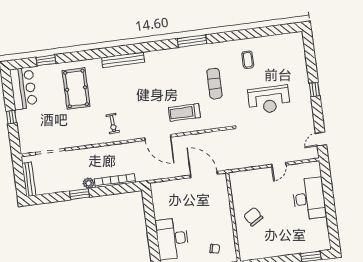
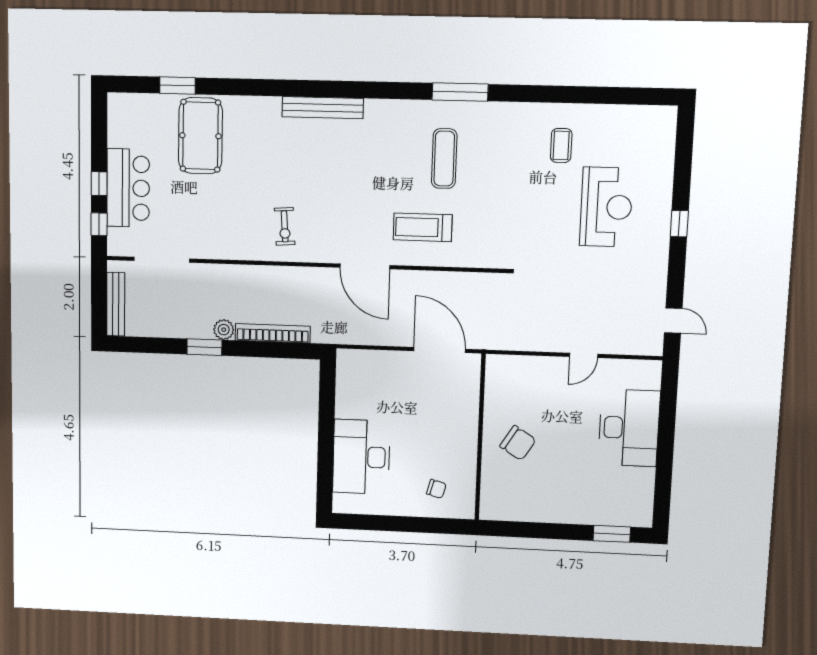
exercise mat: (214, 84) -> (444, 159), moved
bar counter: (23, 88) -> (128, 188), moved
pool table: (76, 89) -> (200, 136), moved
reception desk: (269, 100) -> (606, 207), moved, turned -90
window: (14, 138) -> (99, 224), added
door: (321, 139) -> (673, 321), swing flipped
chair: (253, 217) -> (518, 443), turned 153

